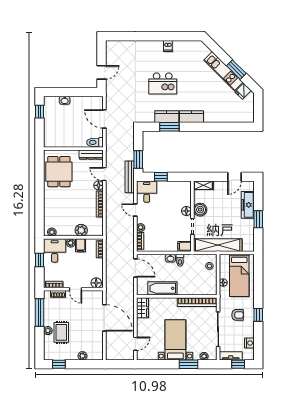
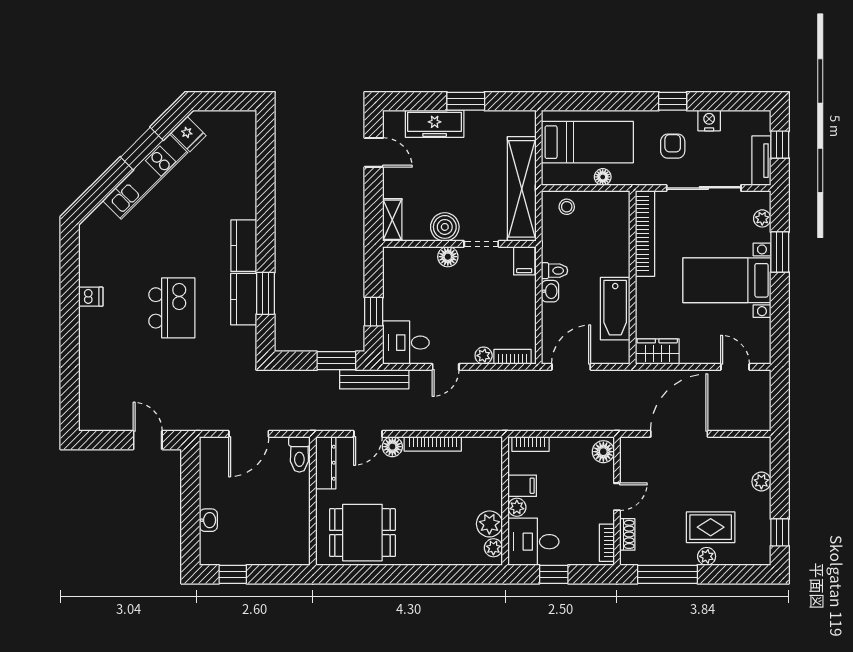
plant: (81, 230) -> (489, 524), moved
nightstand: (249, 343) -> (709, 120), moved

